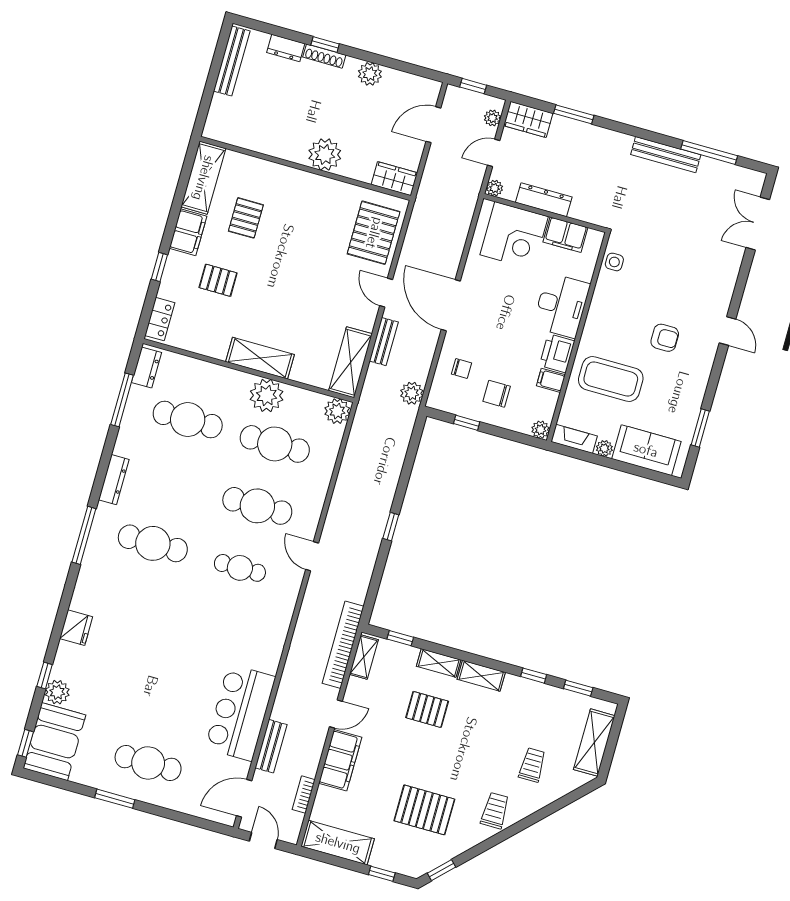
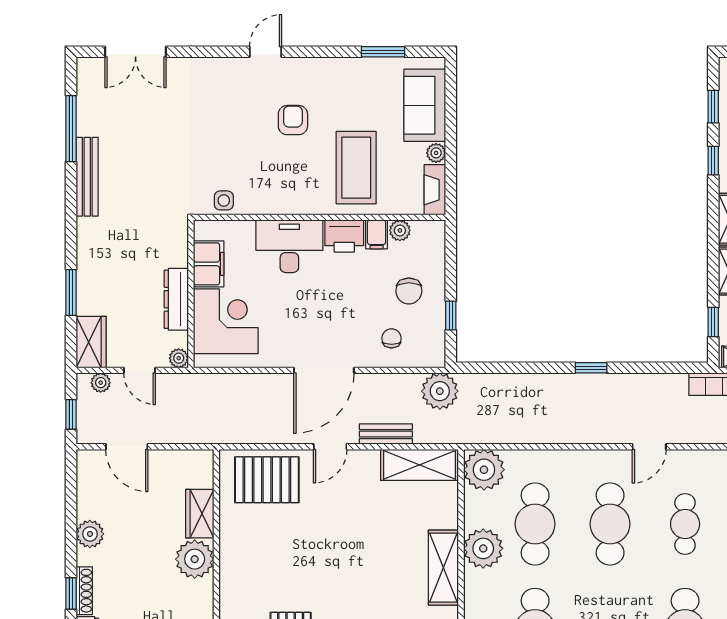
wardrobe: (394, 179) -> (200, 514), moved
plant: (412, 393) -> (440, 391), width x1.36, depth x1.36
plant: (337, 411) -> (484, 470), width x1.36, depth x1.36
plant: (541, 430) -> (400, 230), moved

